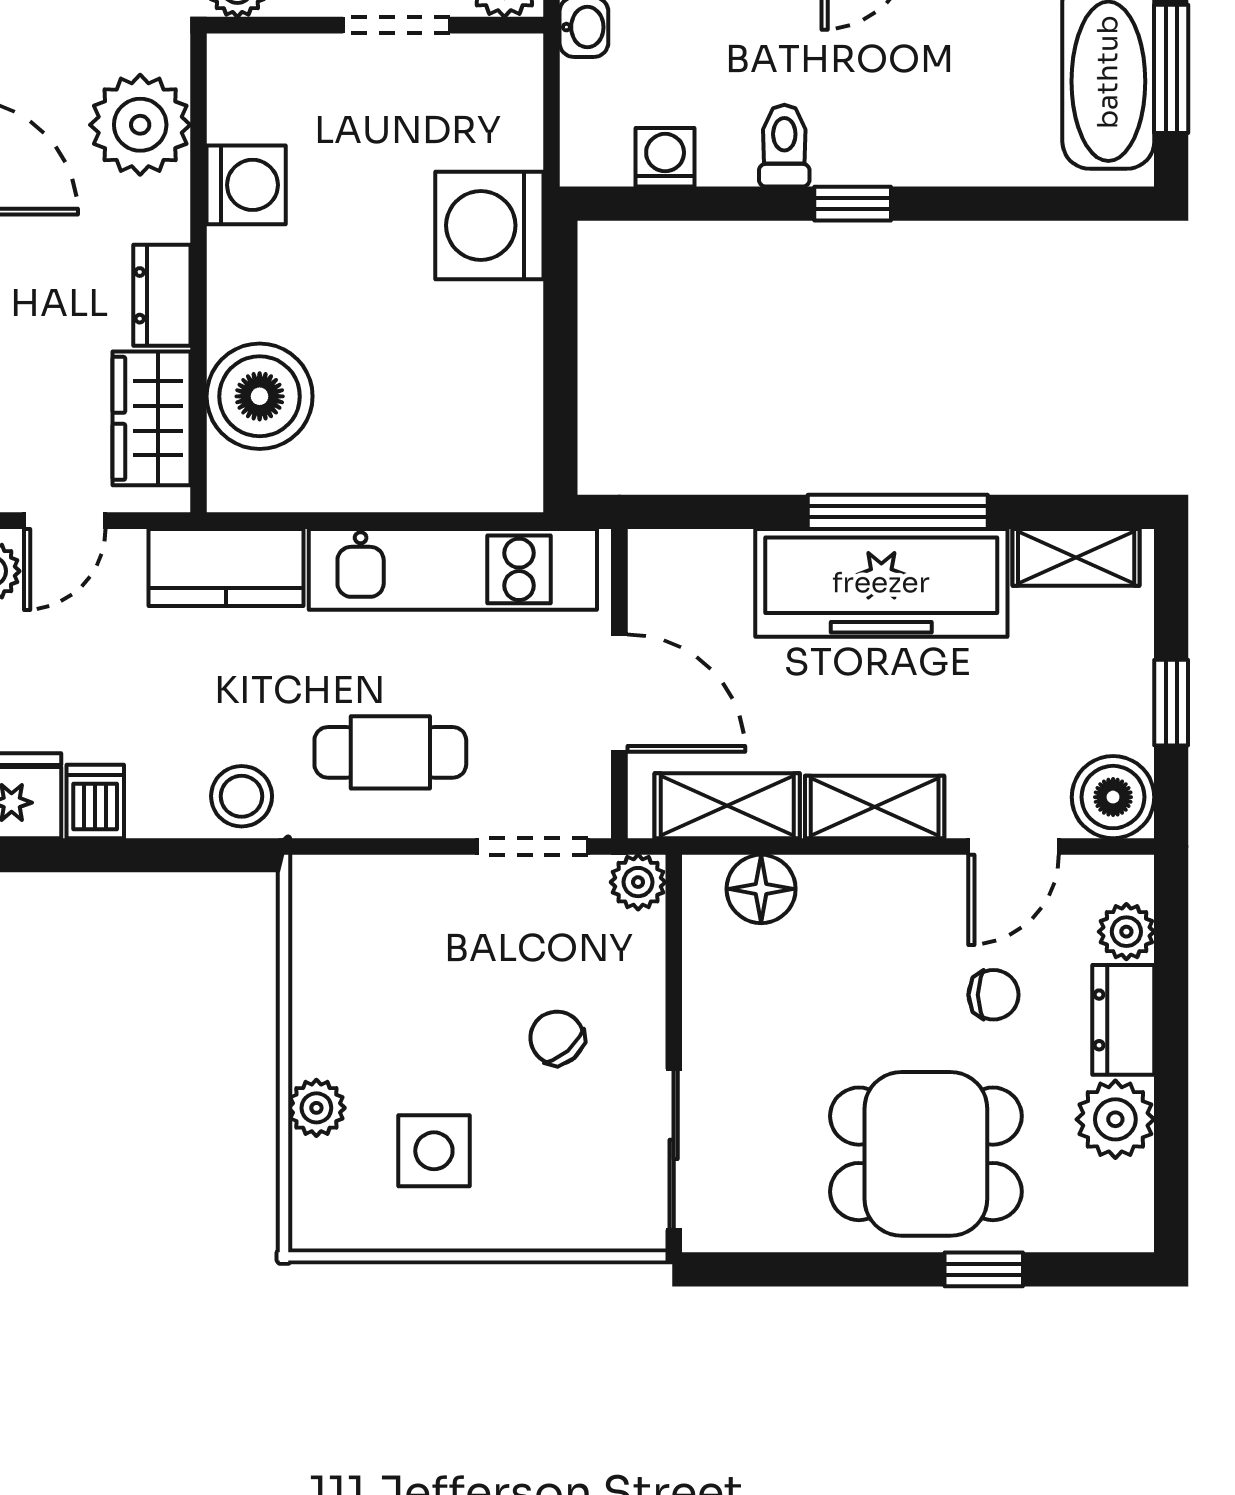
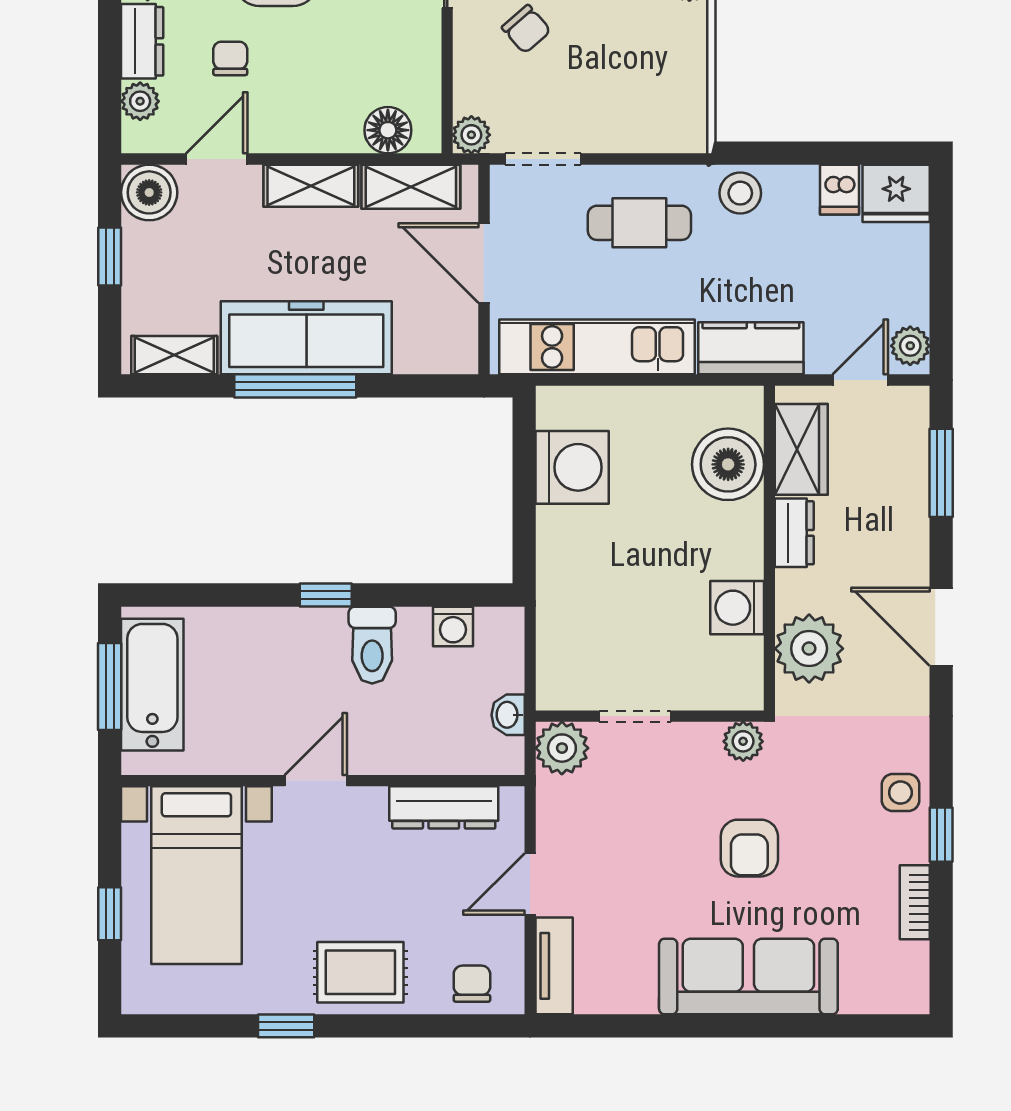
toilet: (784, 146) -> (372, 645), width x1.37, depth x1.39
washing machine: (489, 225) -> (572, 467), moved
chair: (993, 995) -> (230, 58), turned 90

